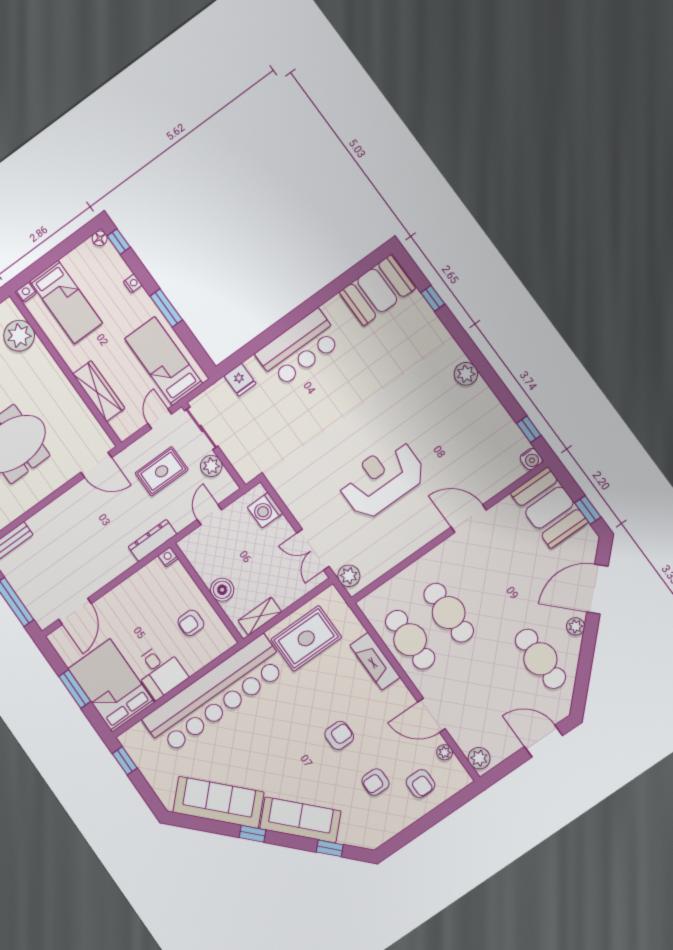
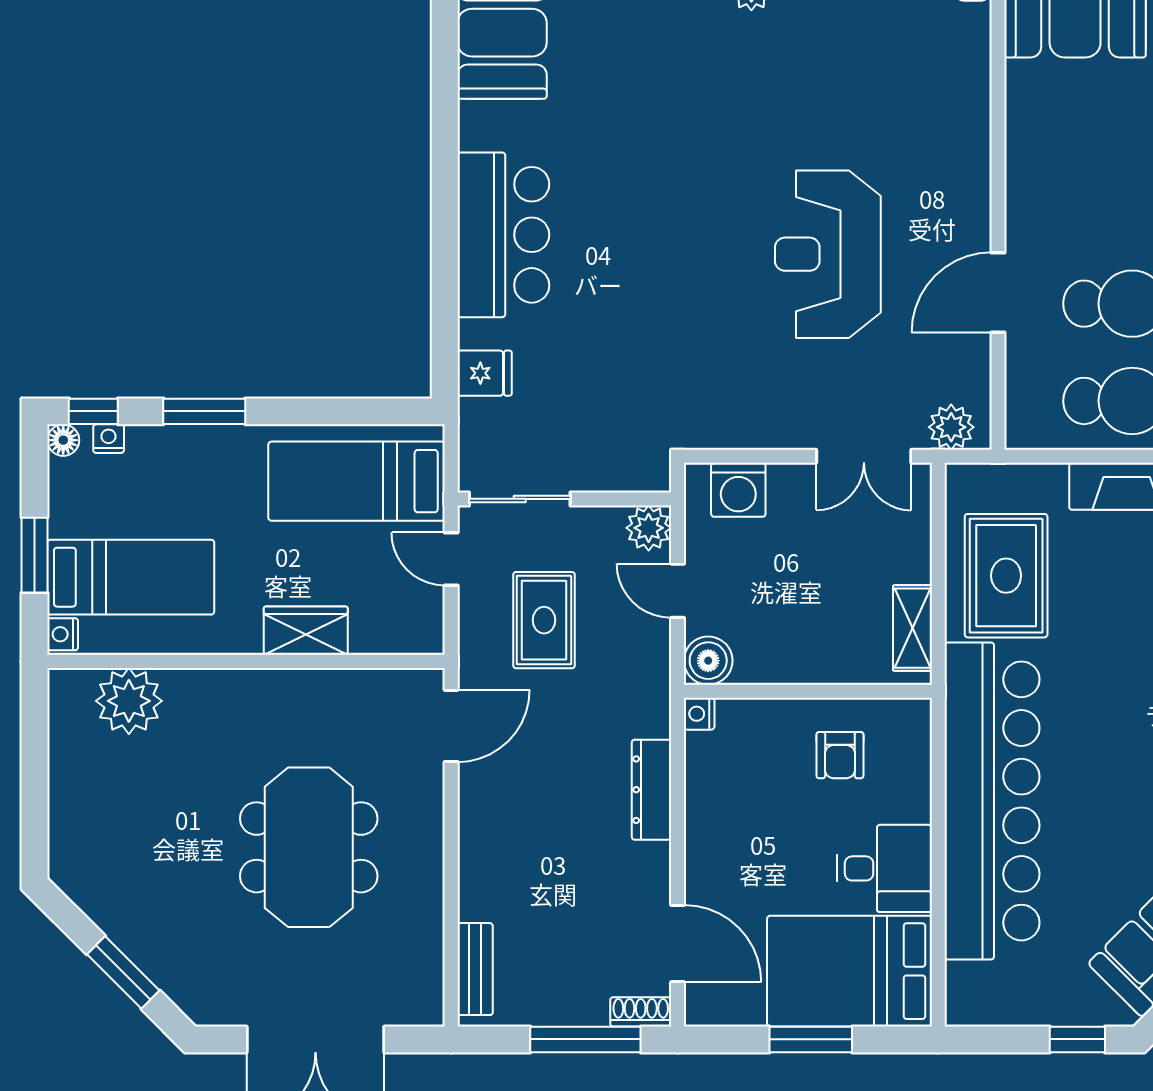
window: (49, 260) -> (35, 555), added
nightstand: (133, 283) -> (109, 439), moved
window: (166, 308) -> (204, 411), moved
wardrobe: (99, 391) -> (306, 631), width x0.67
plant: (211, 466) -> (649, 528), moved
door: (469, 519) -> (998, 292), moved
dresser: (152, 540) -> (652, 790), moved
boiler: (222, 590) -> (708, 661), moved
shoe rack: (39, 616) -> (641, 1012), added
window: (125, 761) -> (1077, 1039), moved

